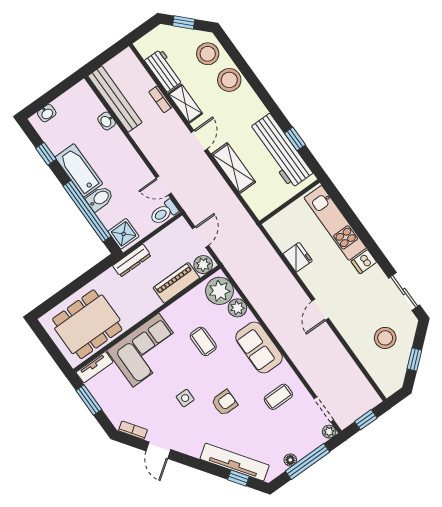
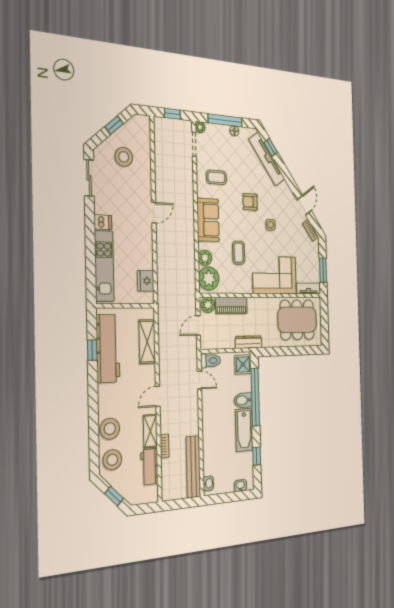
washbasin: (107, 121) -> (208, 483), moved
shelving: (233, 168) -> (147, 342), moved
fridge: (298, 257) -> (146, 281), moved

